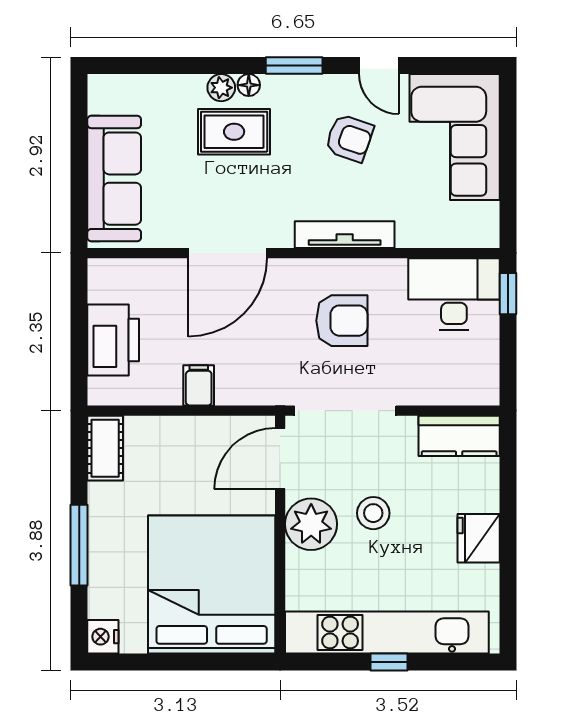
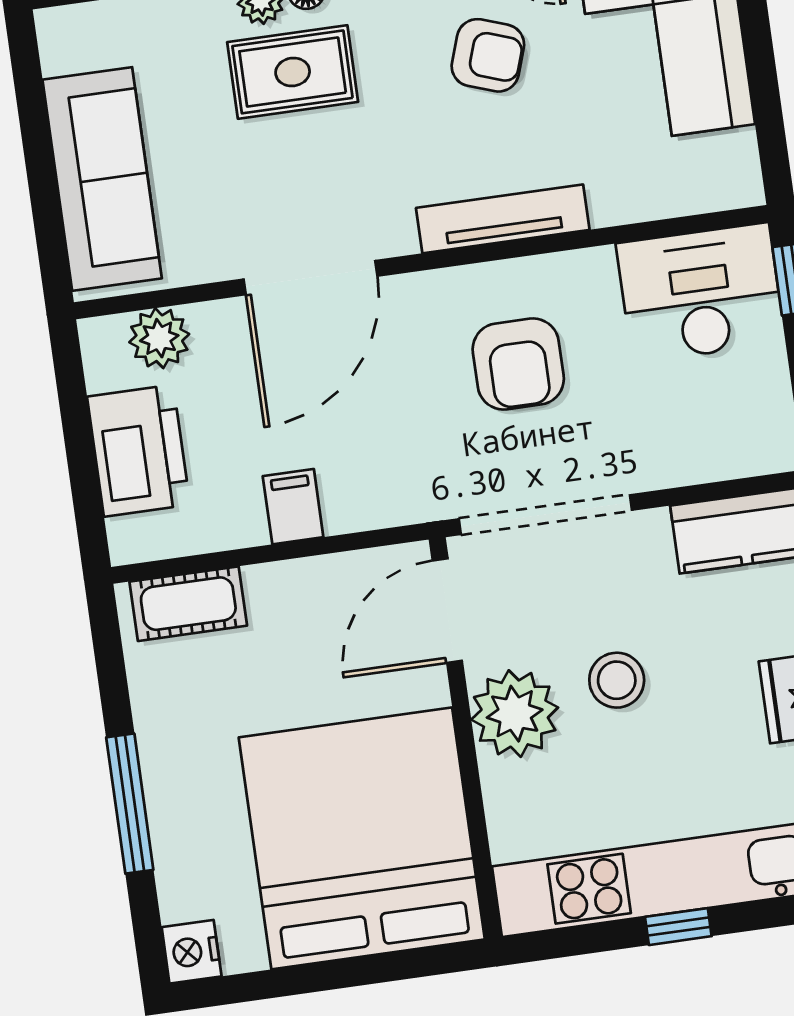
plant: (134, 276) -> (159, 338), added
armchair: (342, 321) -> (518, 364), turned 90
cot: (105, 448) -> (188, 604), moved, turned 90

